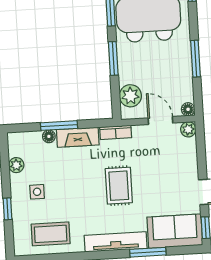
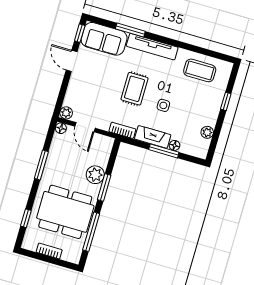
plant: (130, 96) -> (95, 175), moved
side table: (37, 192) -> (163, 105), moved

